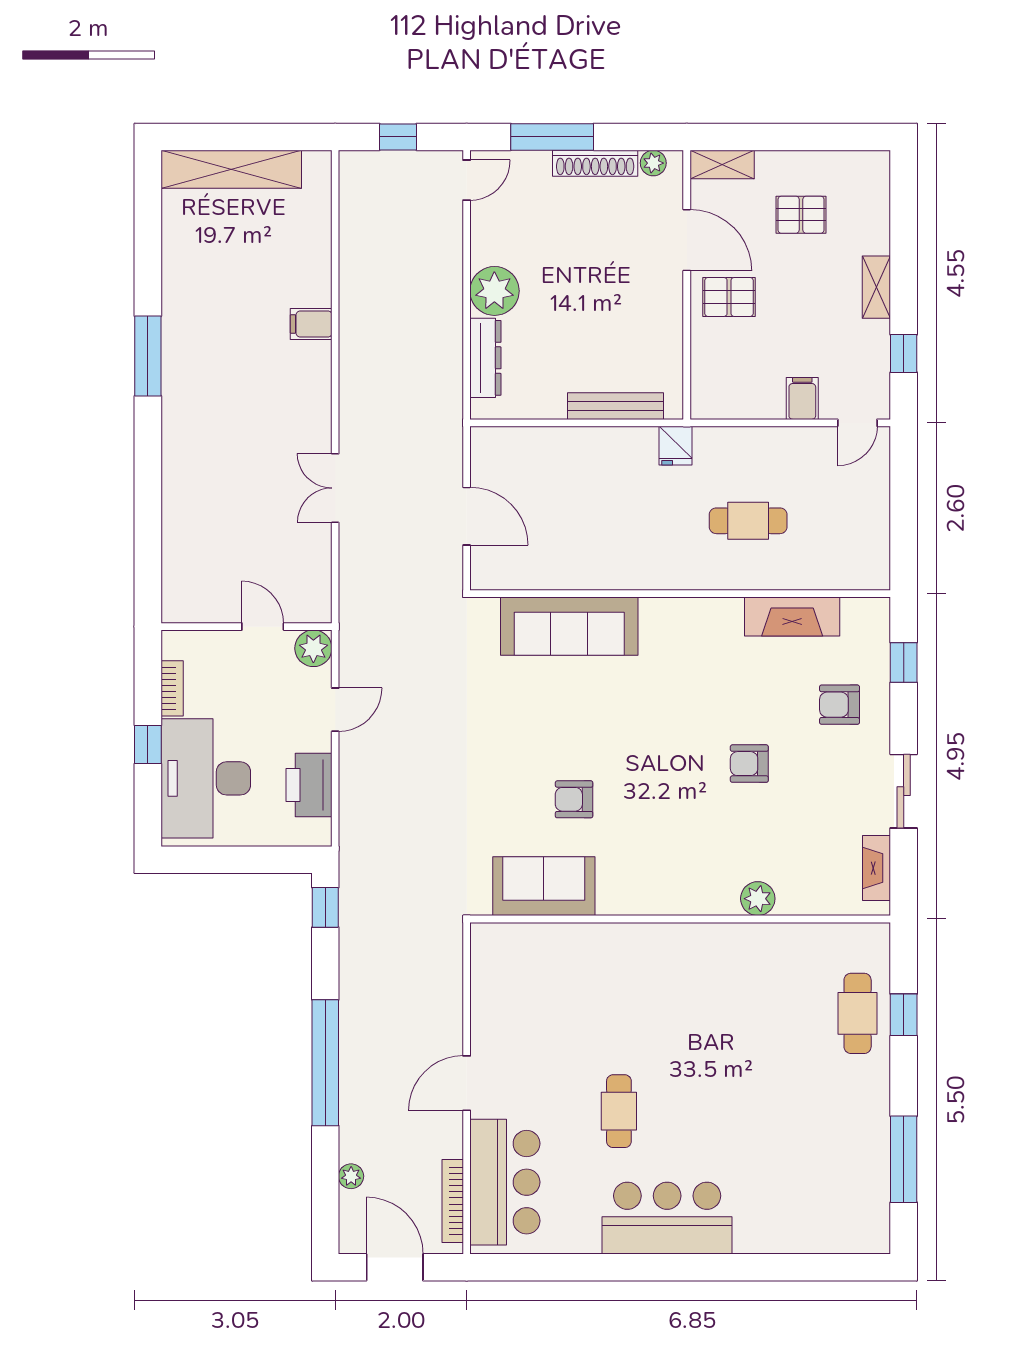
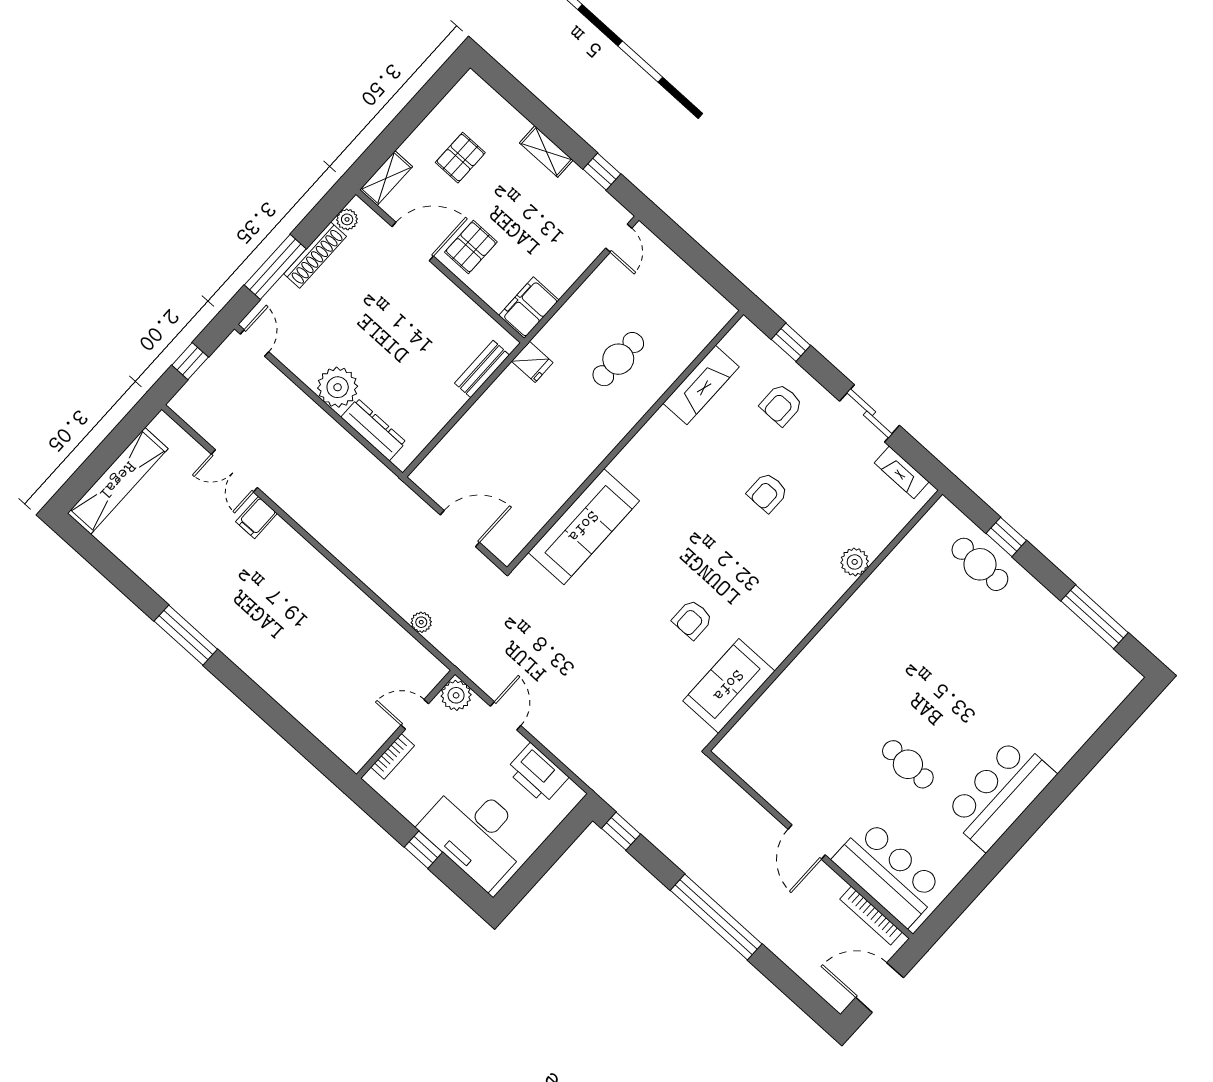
filing cabinet: (802, 398) -> (529, 308), moved, width x2.00
bench: (616, 406) -> (482, 369), width x0.73
double door: (335, 488) -> (234, 471), moved
bookcase: (172, 688) -> (393, 756), moved, turned 90
plant: (351, 1176) -> (421, 622), moved

